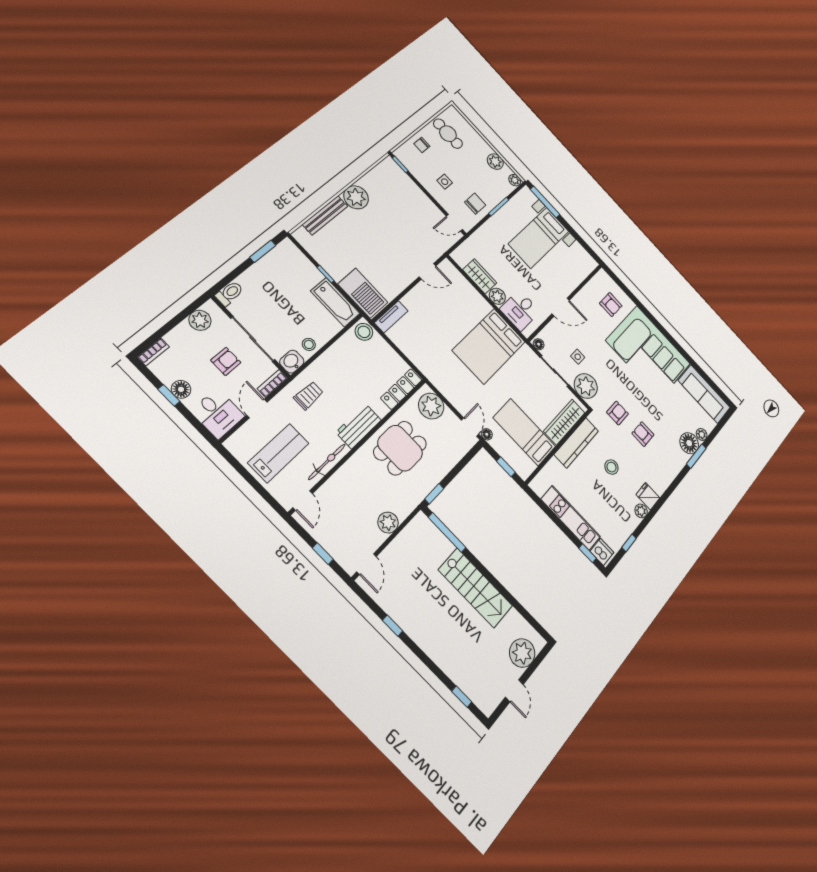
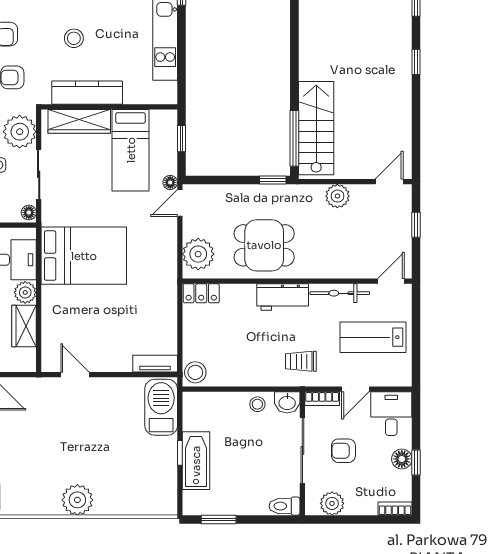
bench: (325, 215) -> (126, 507), removed
bathtub: (335, 302) -> (196, 461), moved
locker: (401, 389) -> (201, 293), width x0.66
stairs: (475, 588) -> (316, 128), moved
window: (393, 626) -> (416, 62), moved

